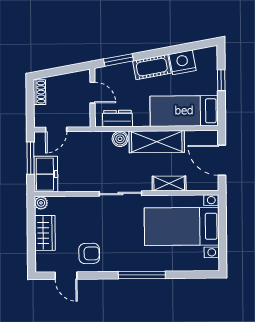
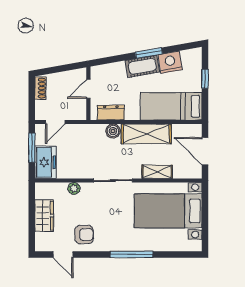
window: (119, 60) -> (149, 53), moved
door: (92, 93) -> (88, 89), swing flipped
plant: (41, 203) -> (74, 188), moved

